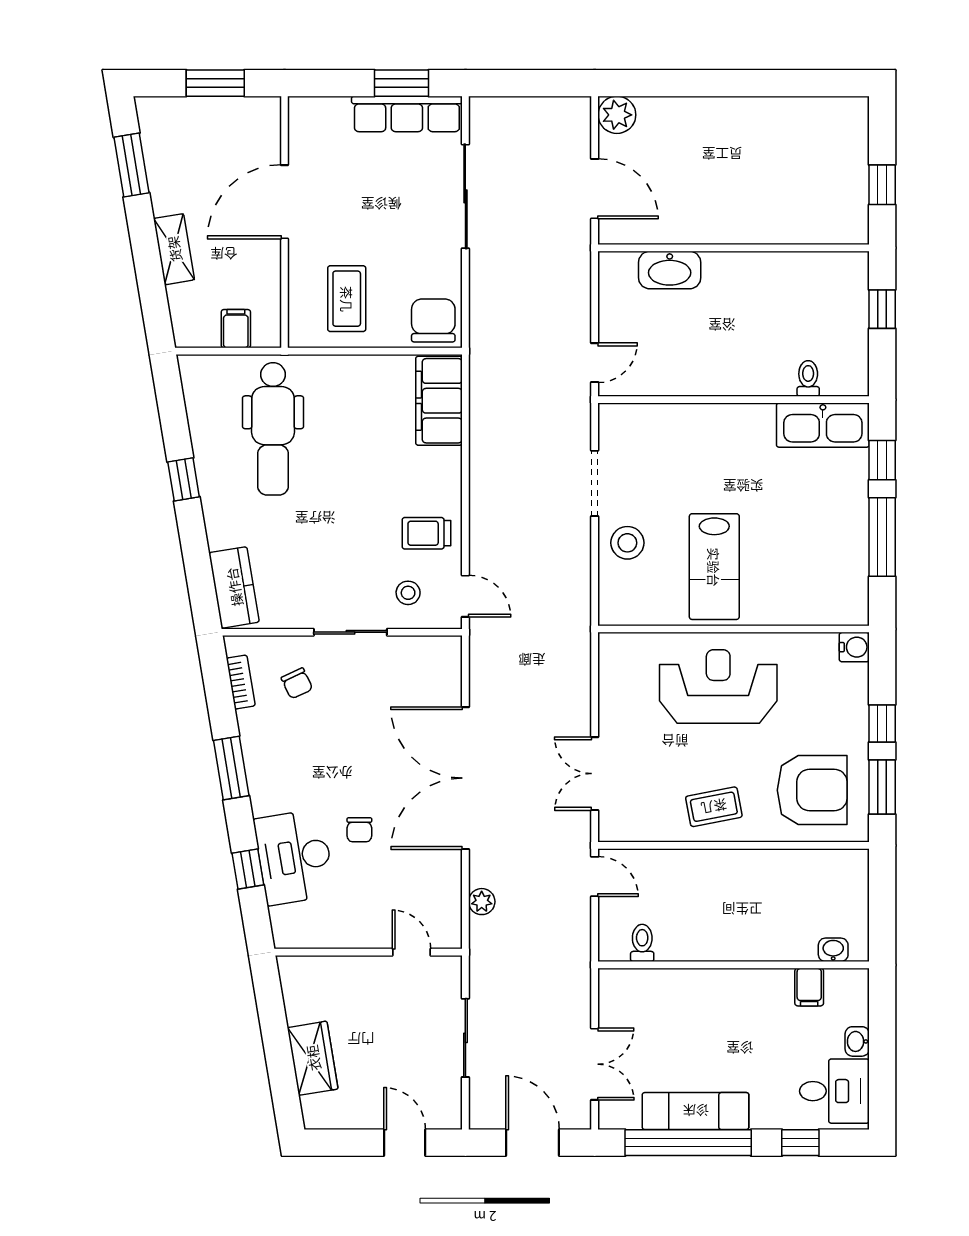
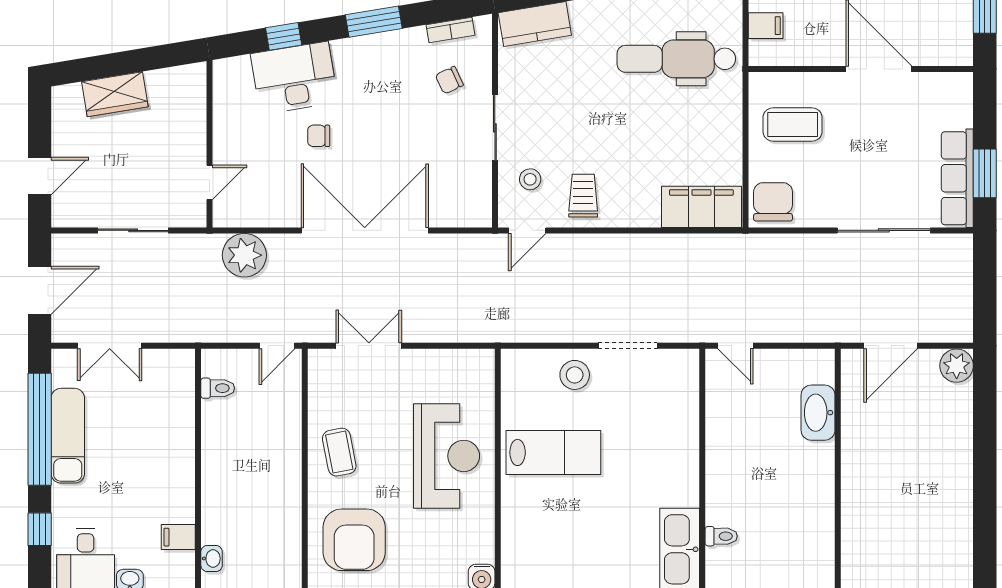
chair: (433, 320) -> (773, 202), turned -90
lab bench: (714, 567) -> (553, 452), turned 180
plant: (482, 902) -> (244, 255), width x1.88, depth x1.88

